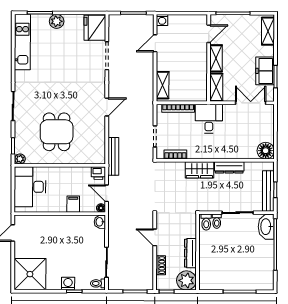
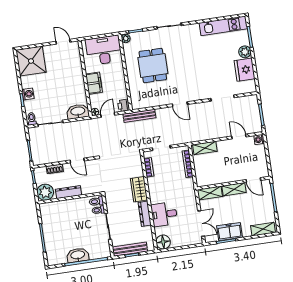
fridge: (95, 28) -> (244, 70), moved, turned -90
desk: (209, 119) -> (164, 214), moved, turned 180
dining table: (57, 132) -> (153, 66), turned 90
filing cabinet: (73, 204) -> (94, 83), width x2.00
washbasin: (100, 222) -> (78, 111), width x1.91, depth x1.45
washbasin: (266, 227) -> (78, 255), moved
door: (155, 237) -> (77, 160), swing flipped

